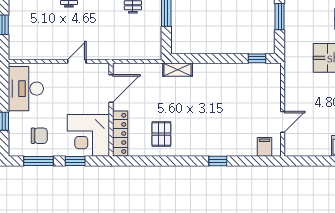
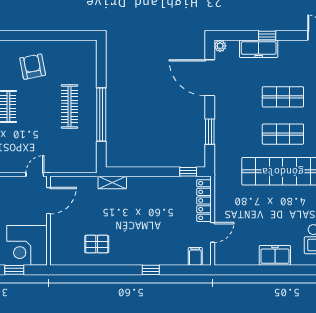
door: (77, 61) -> (35, 175), moved
locker: (120, 133) -> (204, 201), moved, turned 180
pallet: (161, 134) -> (97, 244), turned 90

